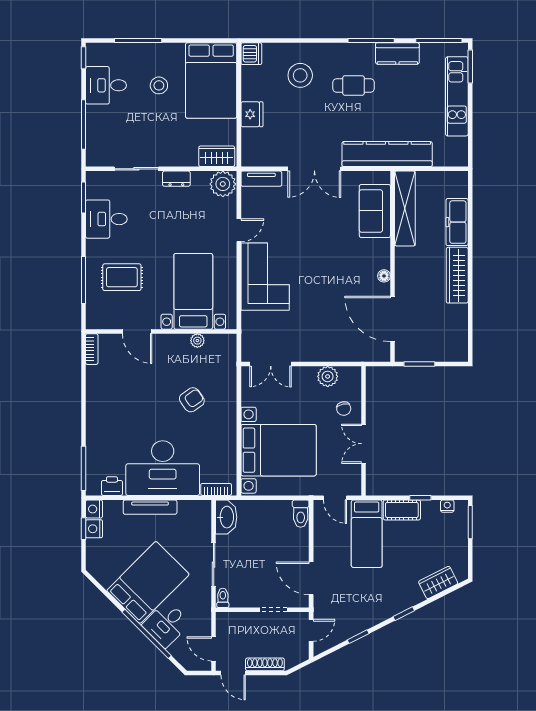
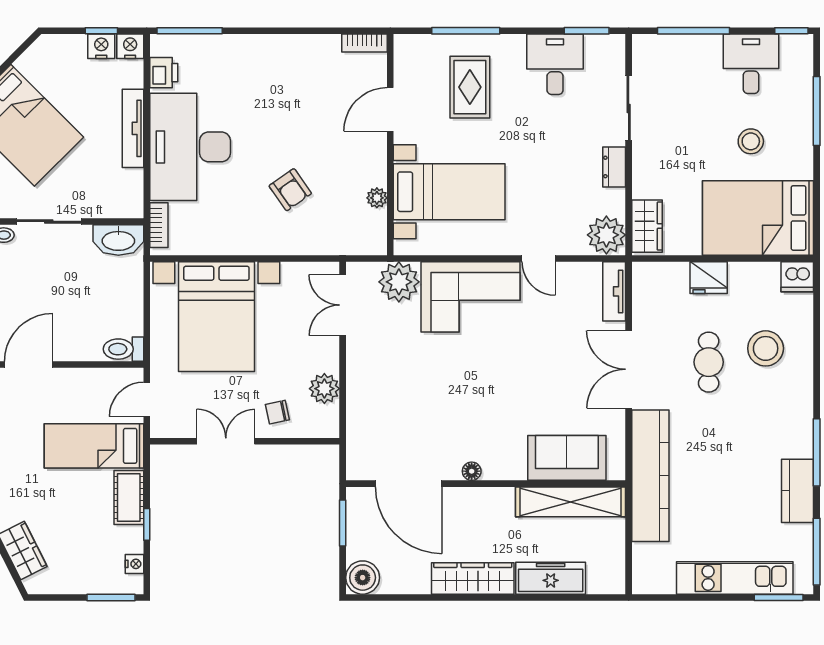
cafe table: (353, 86) -> (709, 362), moved
door: (392, 319) -> (409, 484), swing flipped
plant: (255, 326) -> (399, 282), added
boiler: (457, 350) -> (363, 578), added

